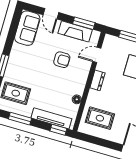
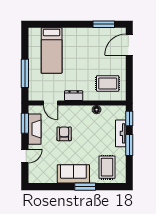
sofa: (27, 28) -> (73, 174), moved
tv unit: (51, 118) -> (121, 133), width x0.71
rug: (100, 118) -> (108, 83), turned 90
window: (20, 119) -> (129, 145), moved

